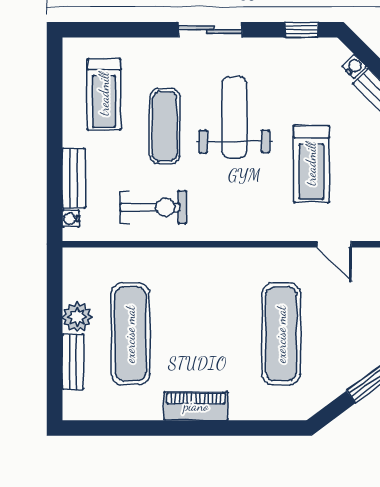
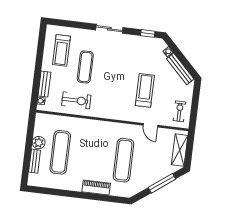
weight bench: (234, 117) -> (115, 67), removed
treadmill: (311, 164) -> (145, 90), turned 180
piano: (196, 406) -> (96, 188), moved

